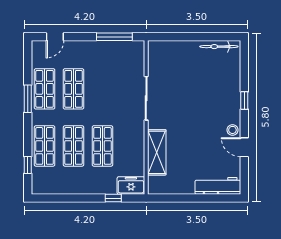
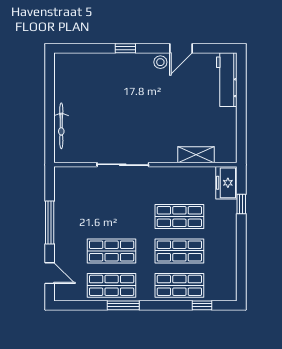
window: (114, 37) -> (50, 222), moved
bicycle: (219, 47) -> (61, 126), moved
shelving: (157, 152) -> (196, 155), width x0.67, depth x0.75

